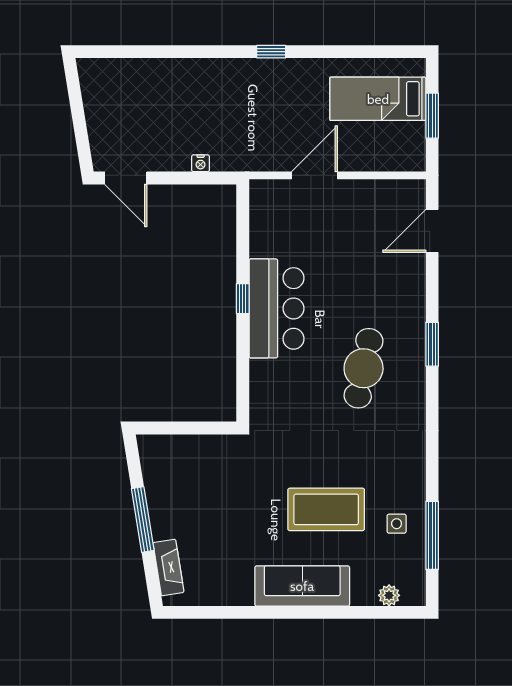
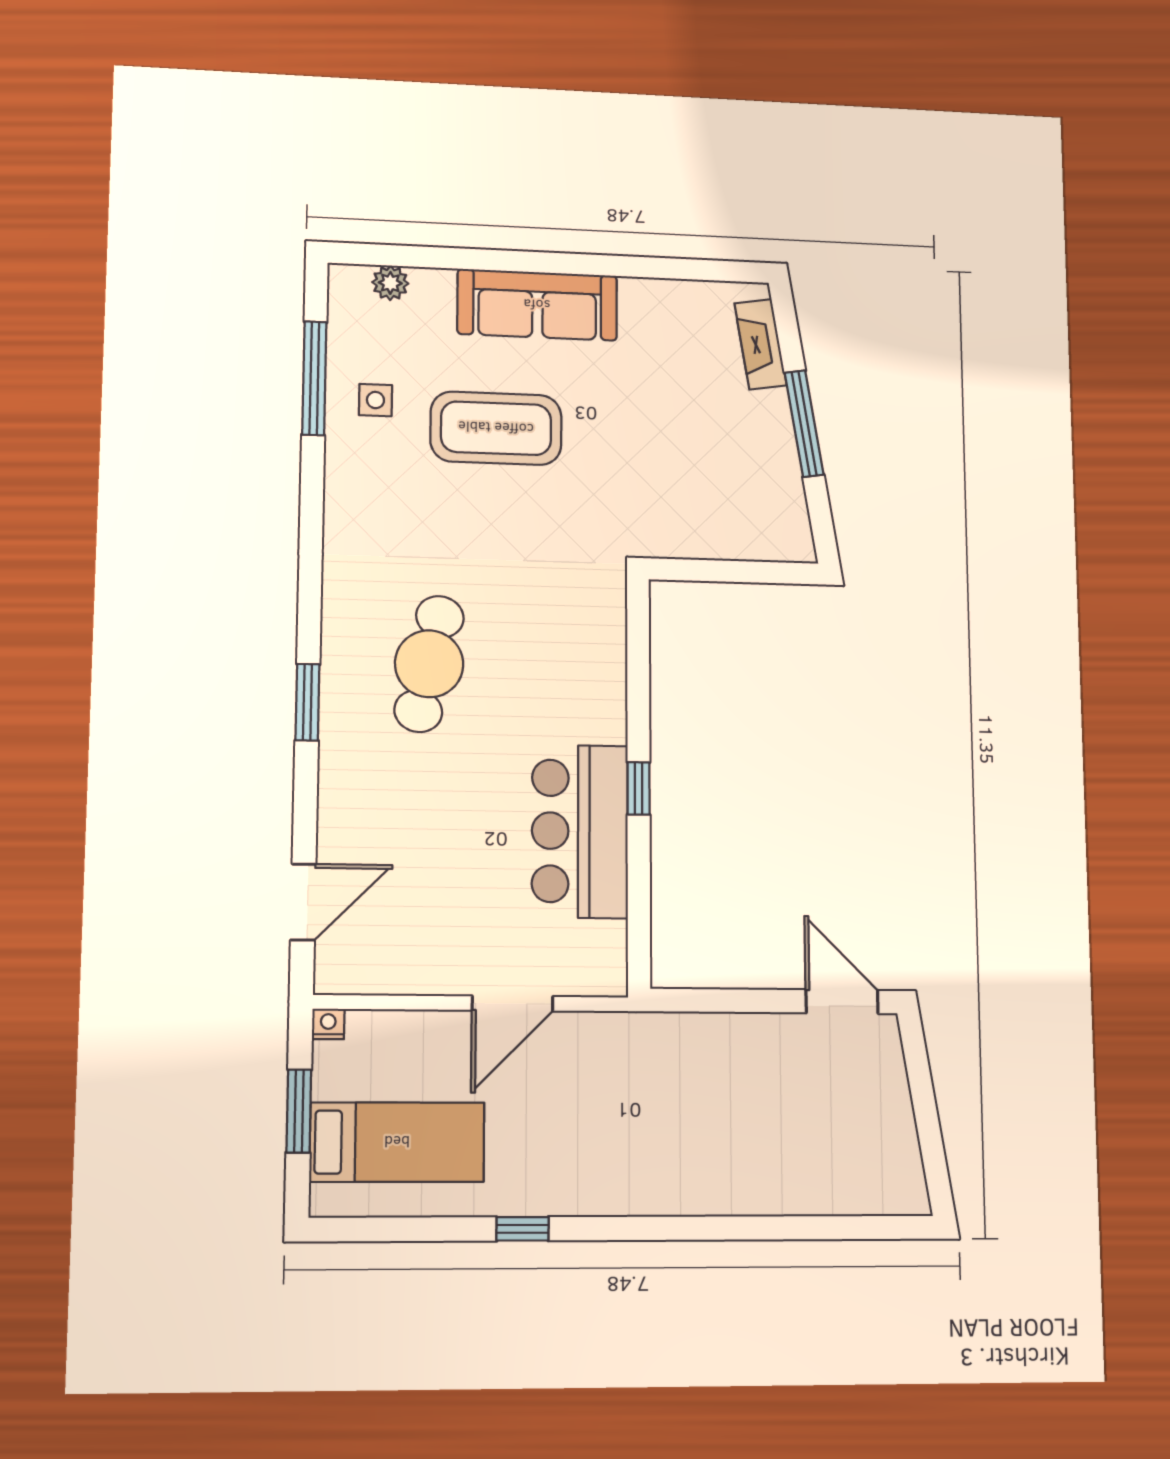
window: (271, 52) -> (523, 1229), moved
nightstand: (201, 163) -> (328, 1024), moved
bar counter: (276, 308) -> (580, 831), moved

